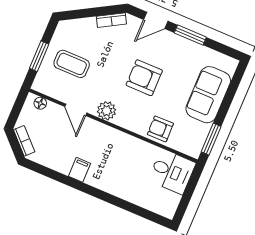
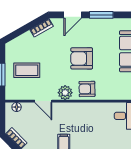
armchair: (160, 129) -> (87, 89), moved

